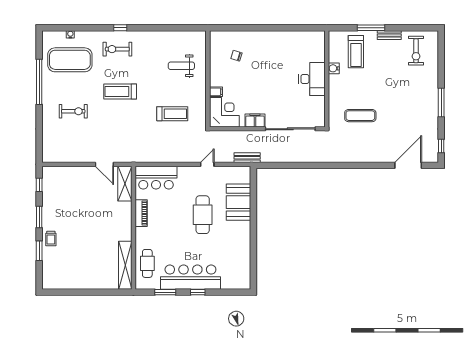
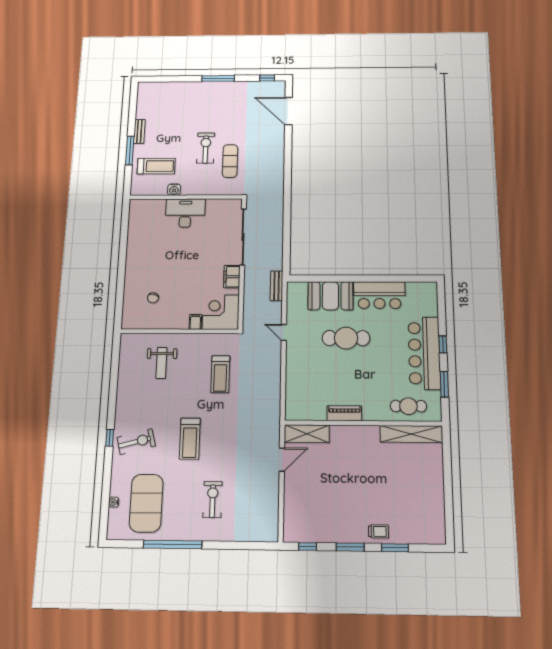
exercise bike: (117, 49) -> (136, 442), turned -105
exercise bike: (416, 51) -> (206, 148), moved, turned -90
treadmill: (172, 114) -> (220, 374), turned 180
bar counter: (156, 178) -> (379, 295), moved, turned 90

